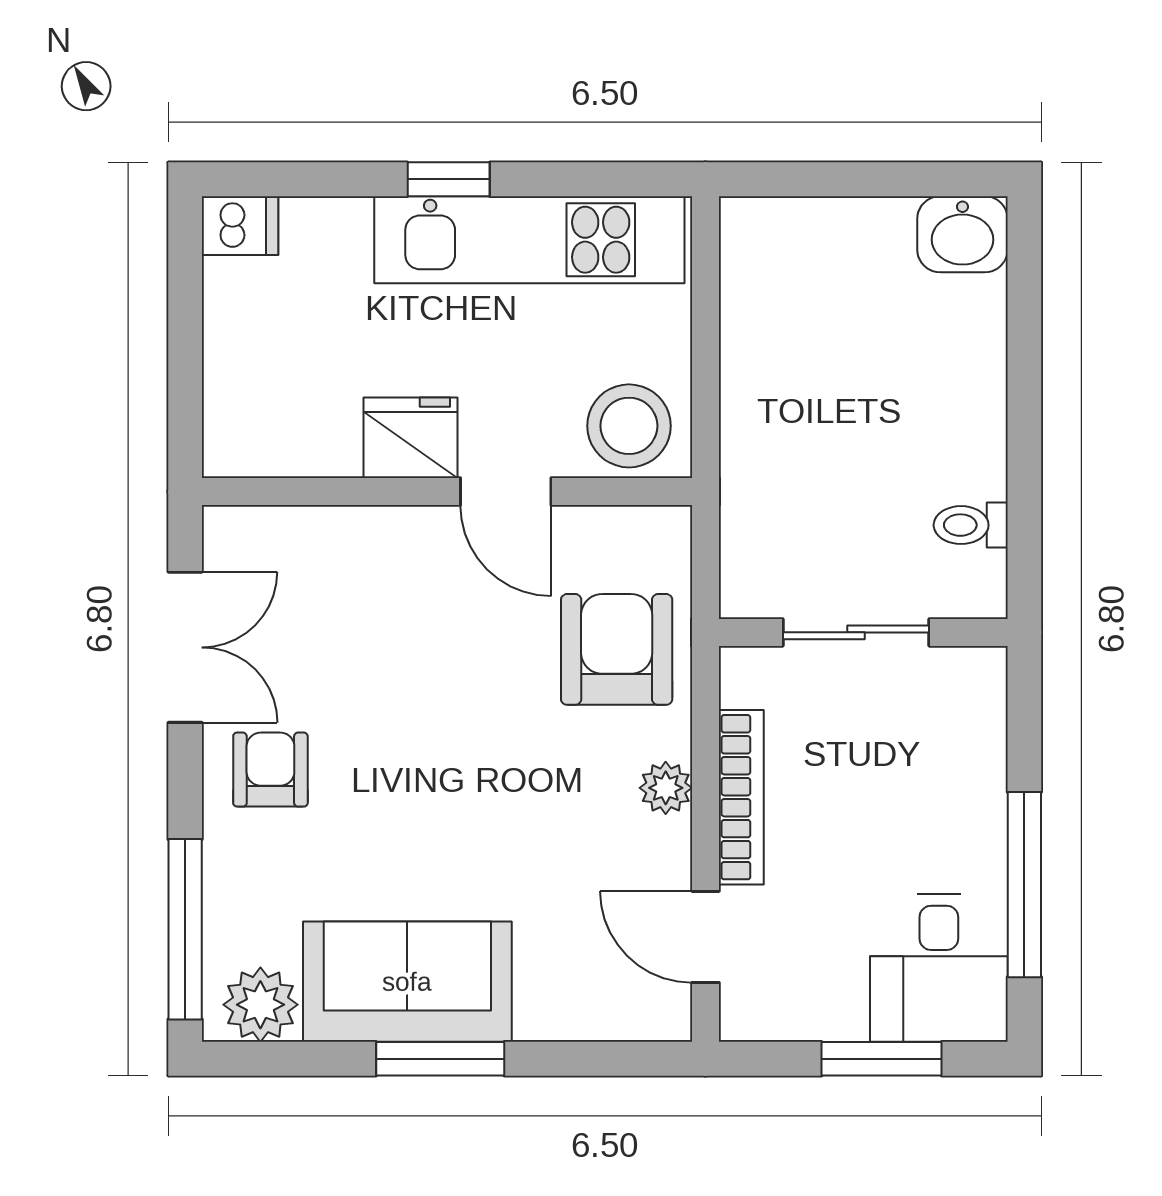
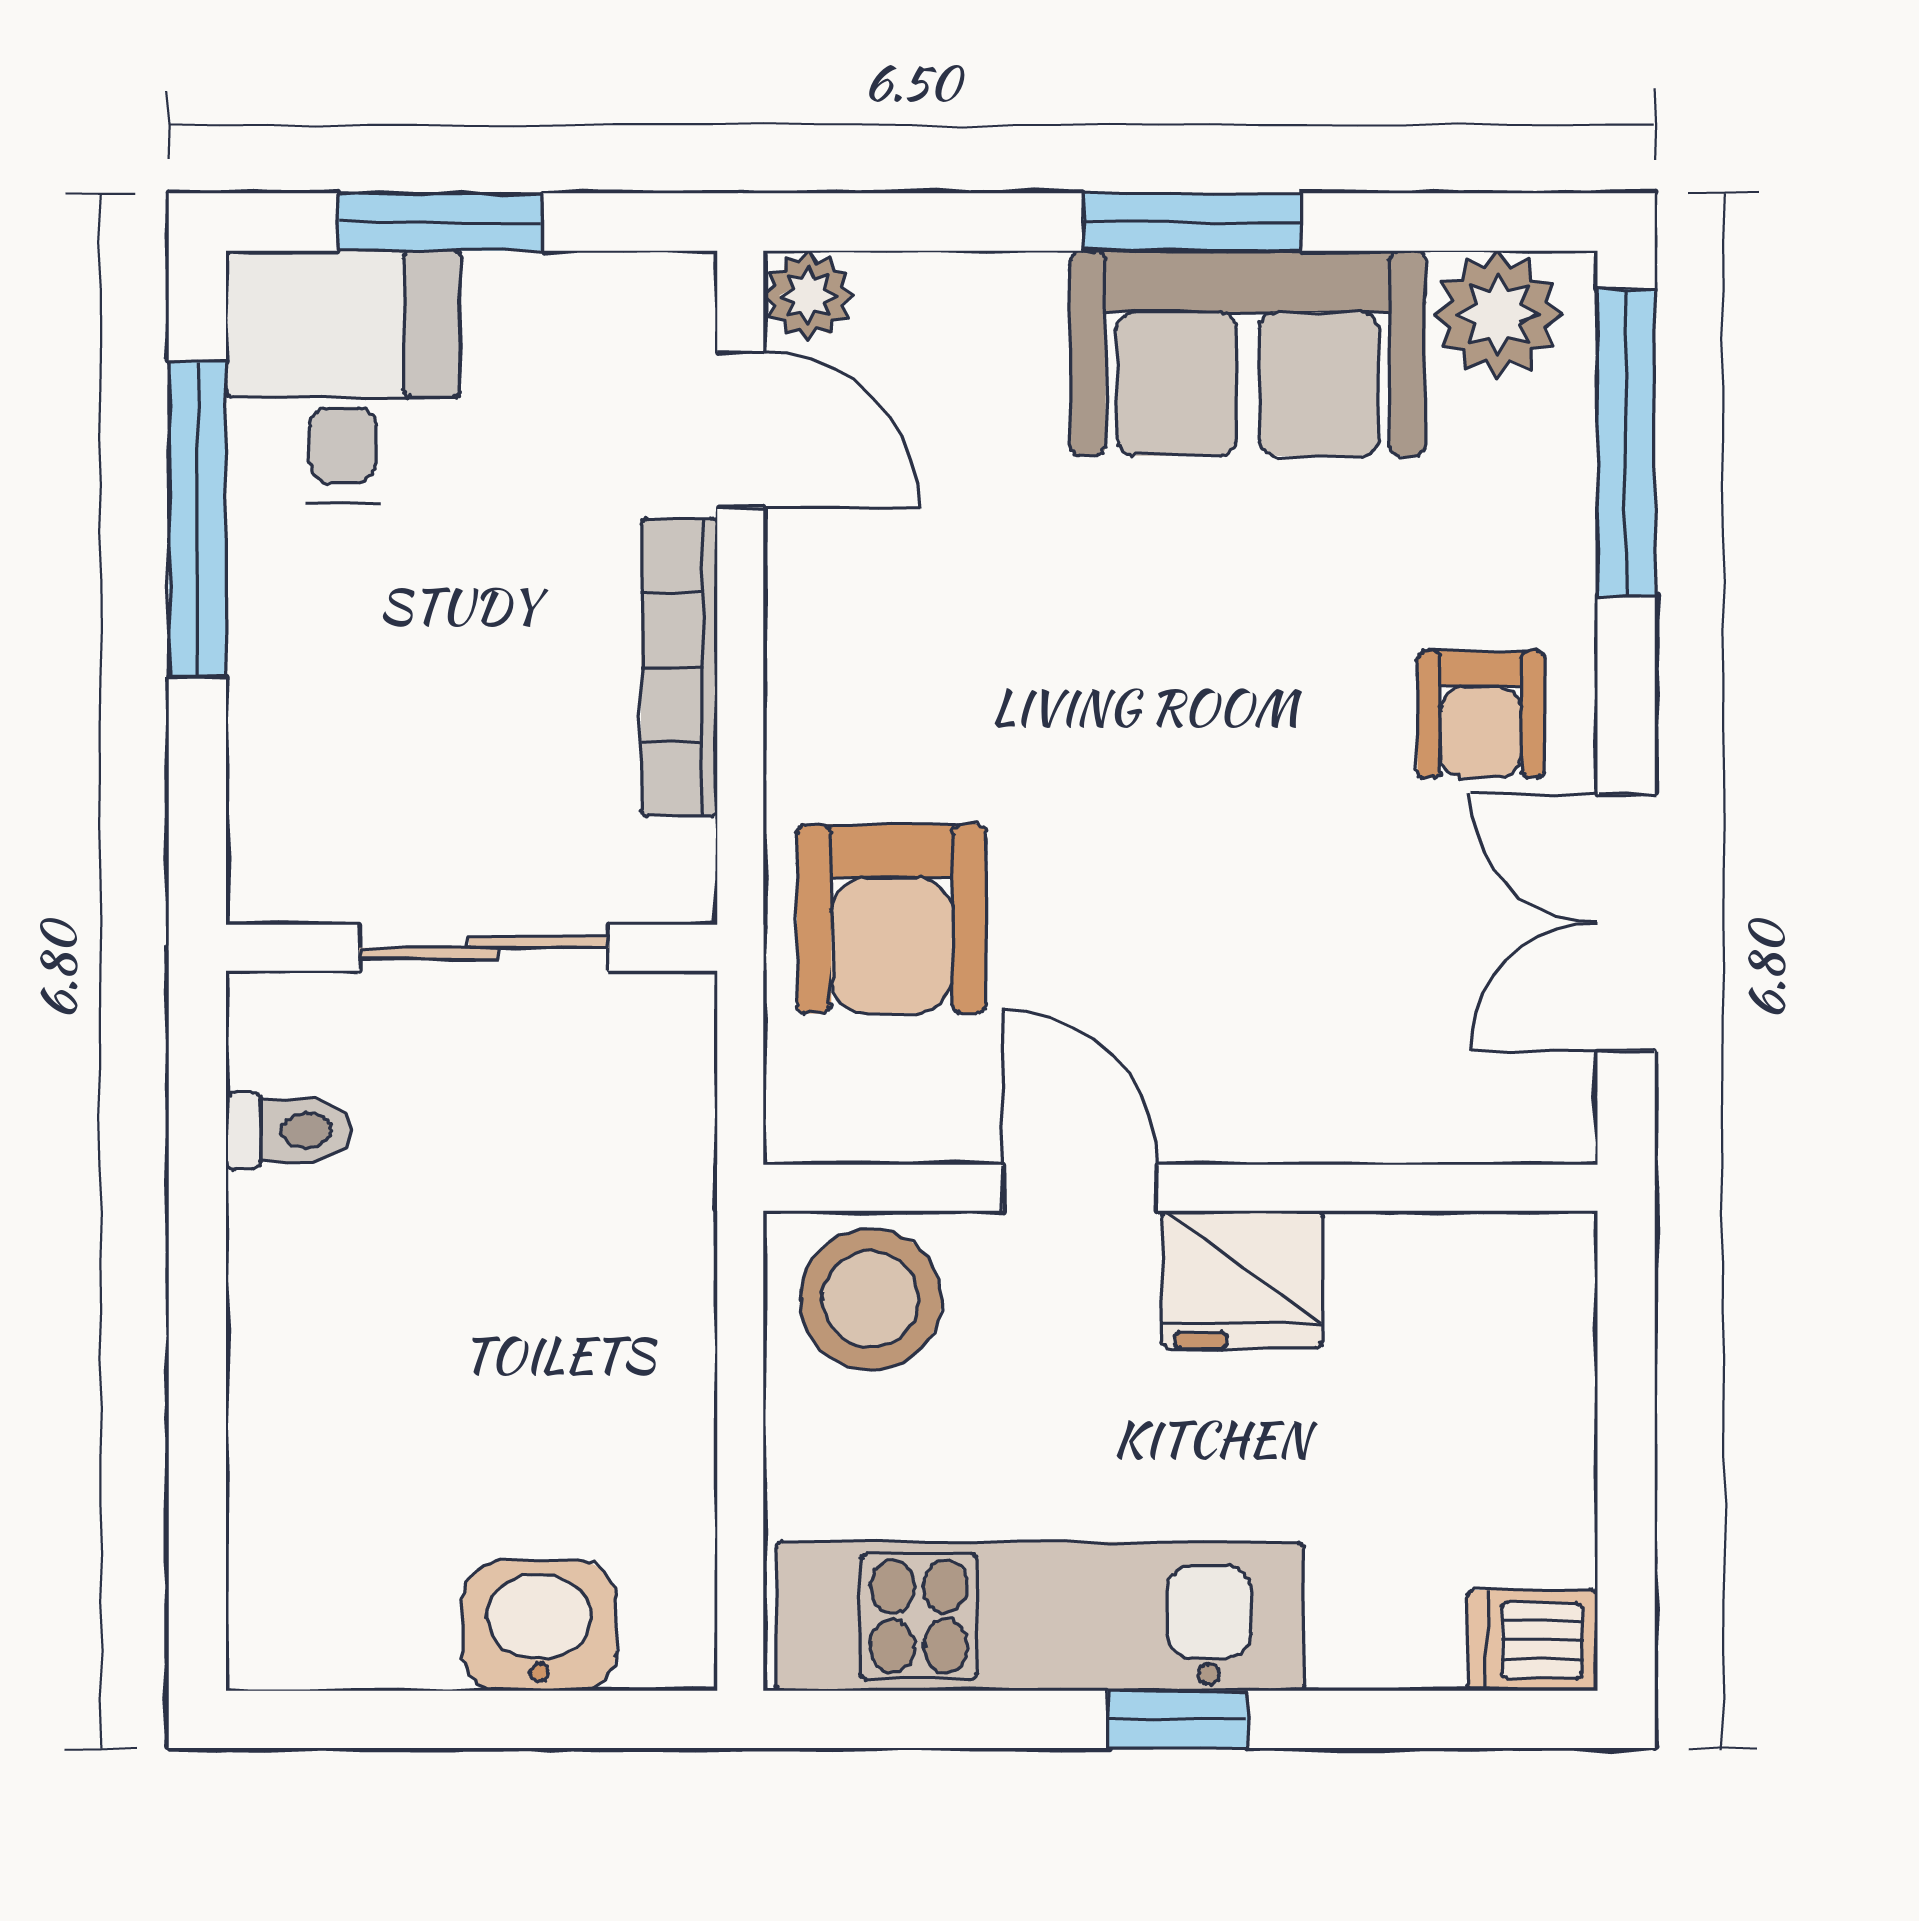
washbasin: (962, 234) -> (539, 1626), moved
plant: (666, 788) -> (808, 295), moved

